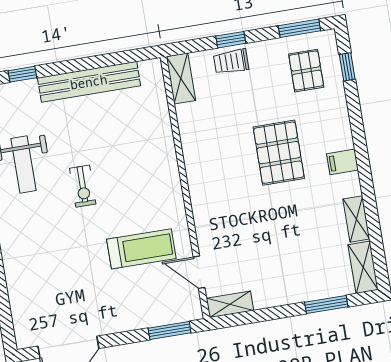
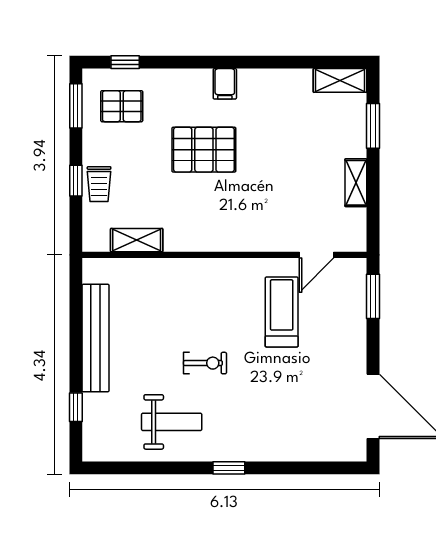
shelving: (181, 78) -> (137, 240), moved
shelving: (356, 219) -> (288, 79), removed
shelving: (230, 304) -> (356, 183), moved

